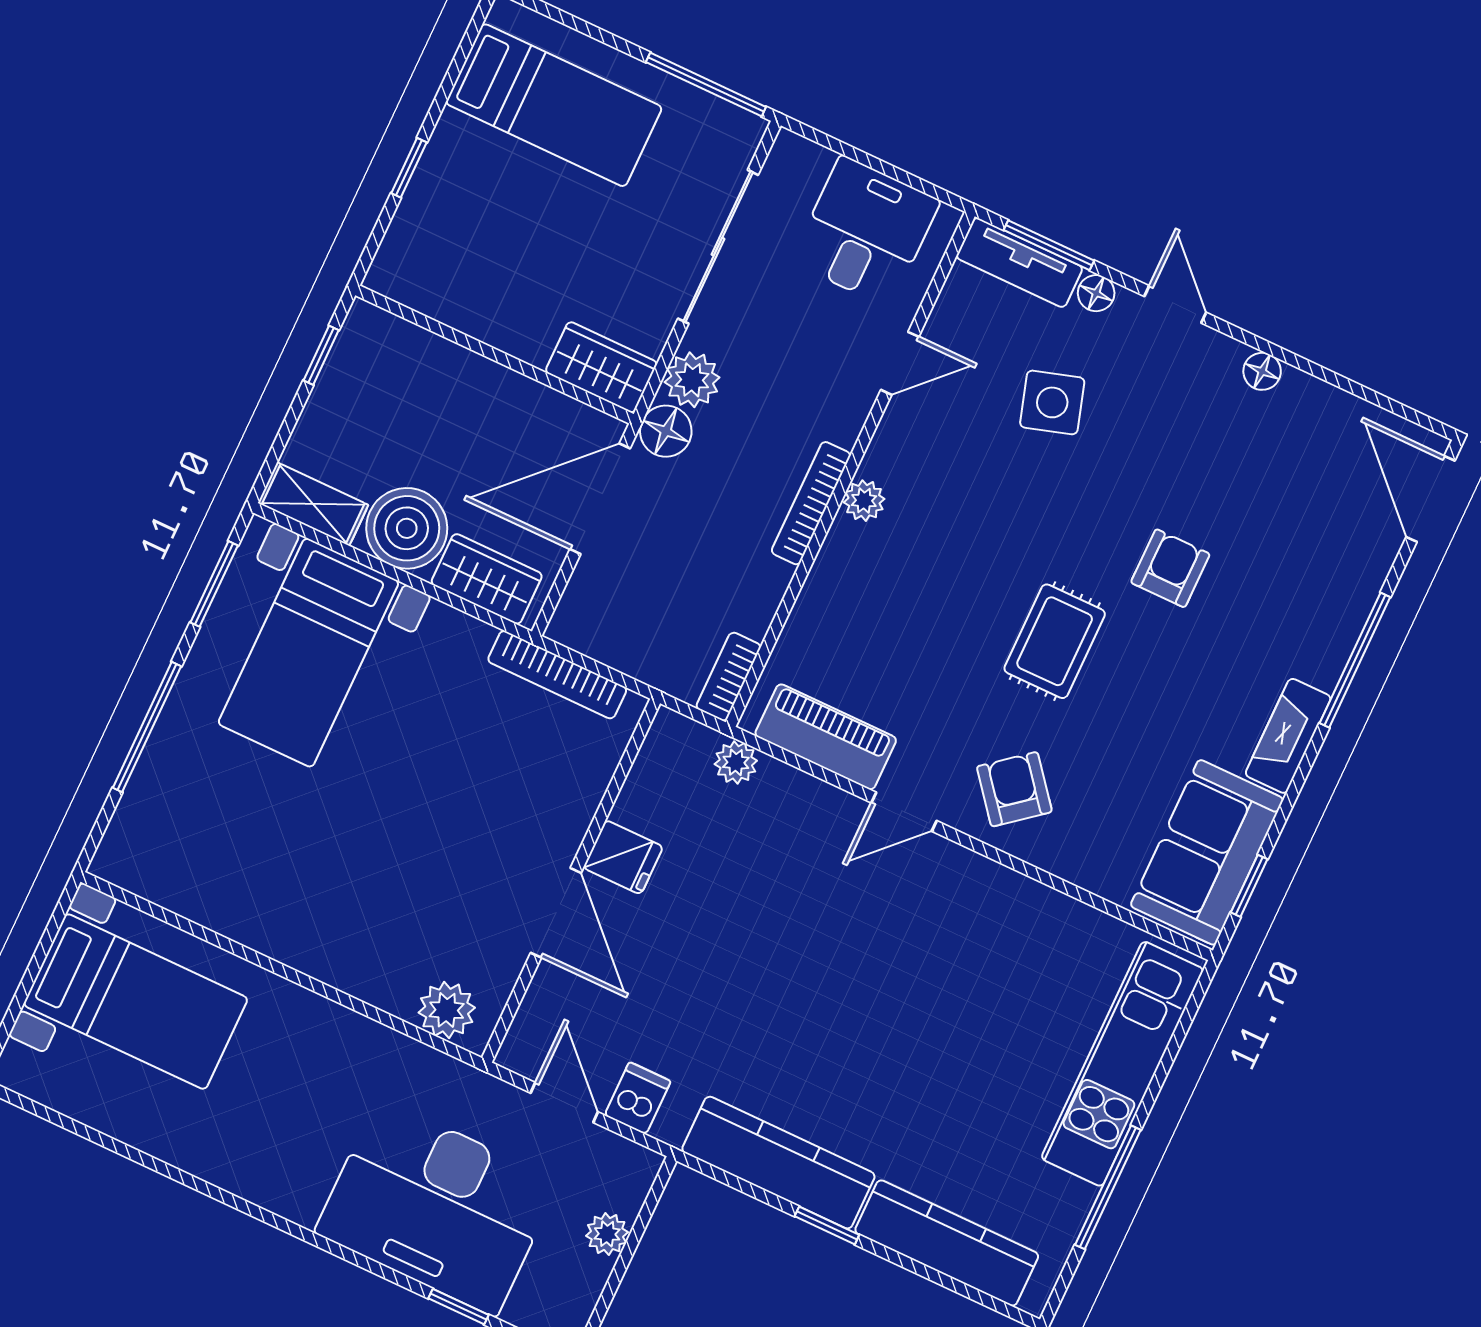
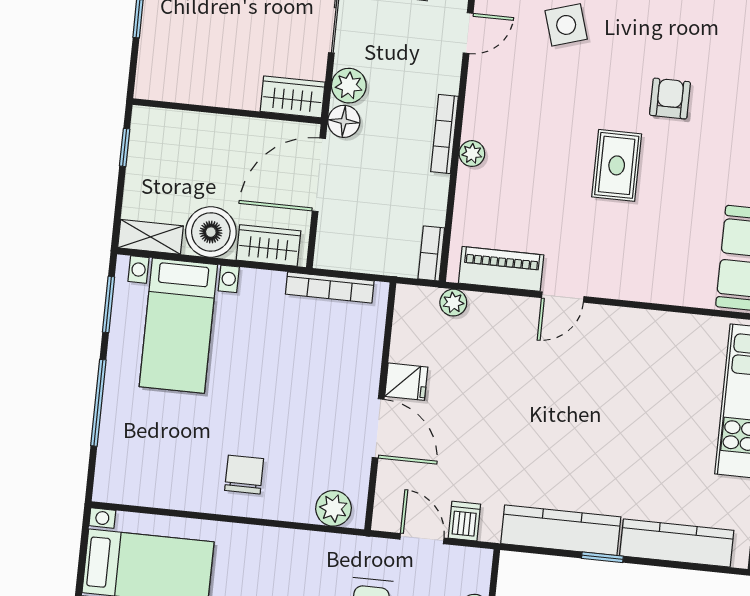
plant: (864, 501) -> (472, 154), moved
armchair: (1014, 789) -> (623, 261), removed
chair: (329, 912) -> (244, 475), added

